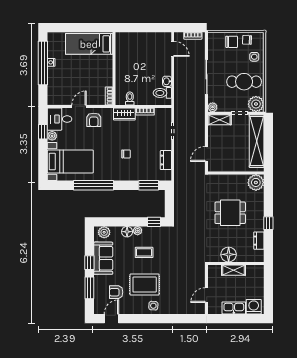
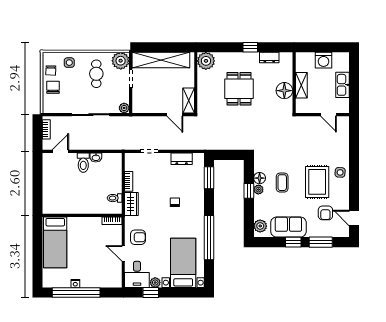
cafe table: (244, 82) -> (96, 74), width x0.73, depth x0.74
toilet: (162, 93) -> (83, 163), moved
shelving: (219, 120) -> (189, 100), moved
window: (154, 222) -> (249, 191), moved
floor lamp: (127, 232) -> (260, 178), moved
washing machine: (254, 307) -> (324, 60), moved, turned -90

